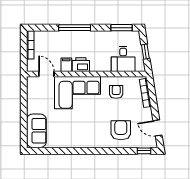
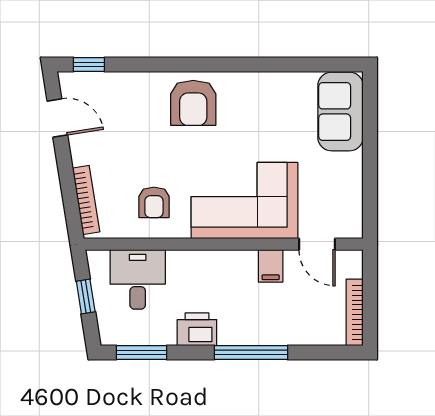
printer: (81, 65) -> (197, 329), moved, turned 180
armchair: (121, 130) -> (193, 103), moved

